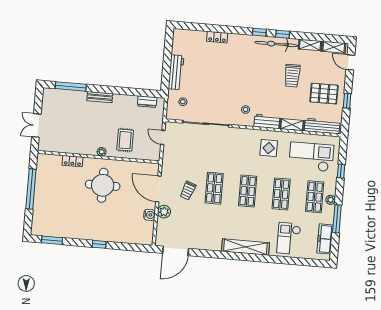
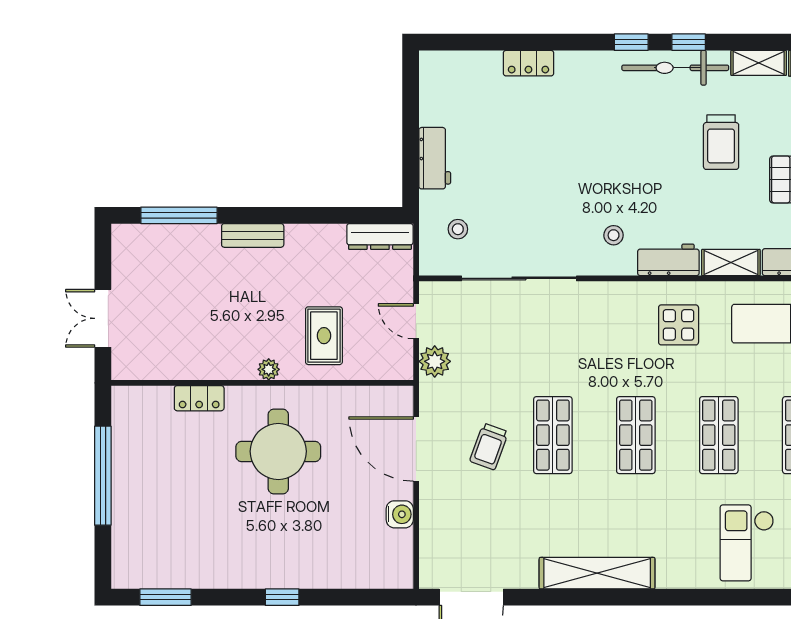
workbench: (176, 72) -> (435, 158), width x0.73
dresser: (147, 102) -> (380, 237), width x1.44
plant: (164, 212) -> (435, 361), moved
shelving: (245, 247) -> (597, 573), moved

